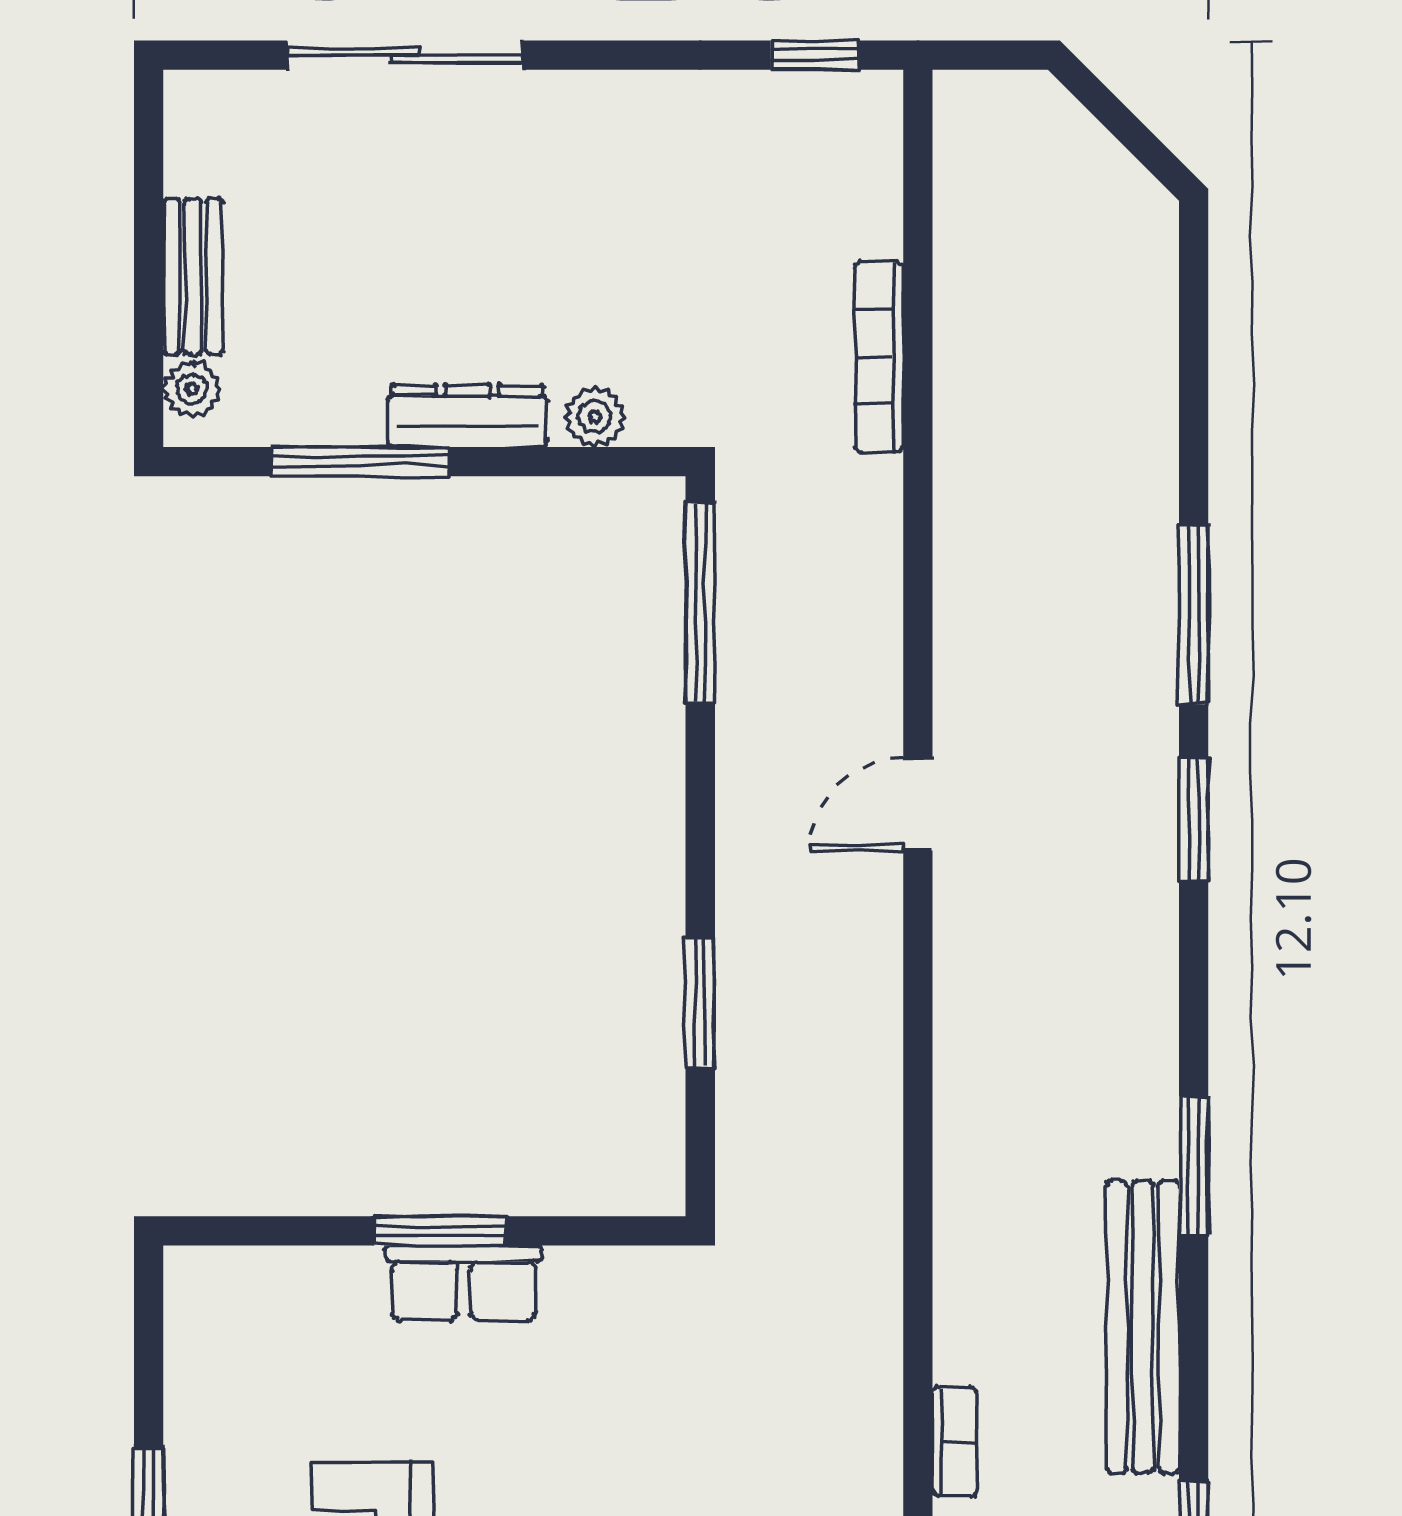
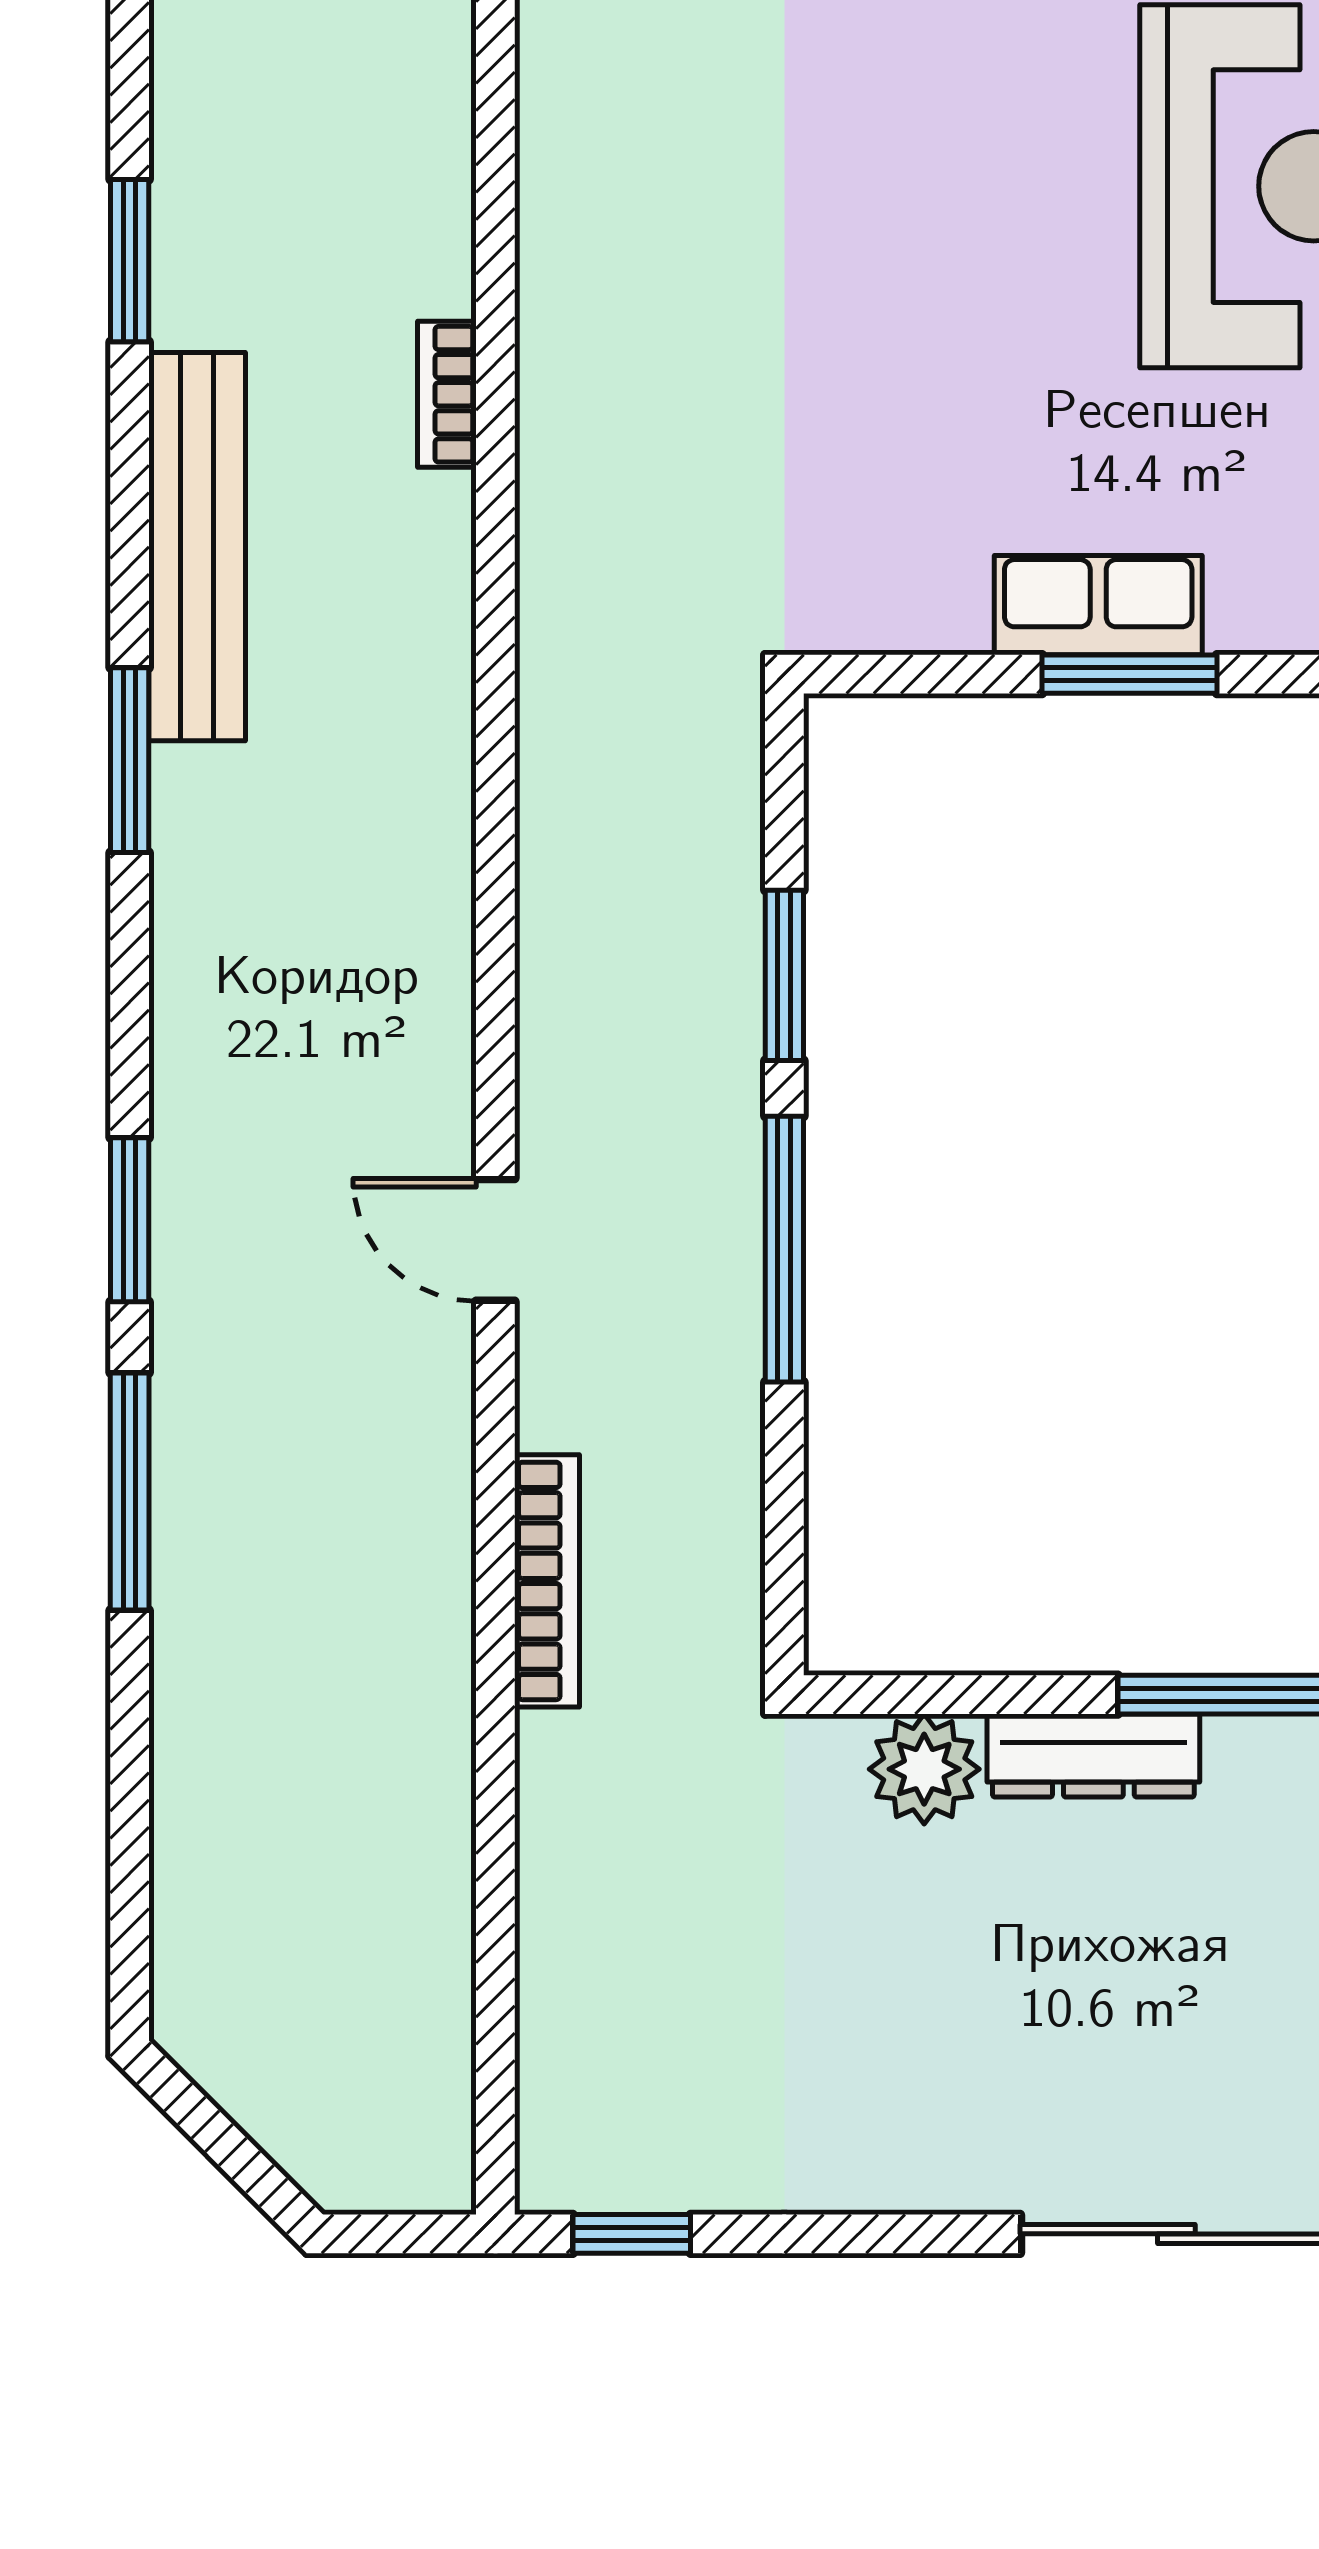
bookcase: (879, 357) -> (547, 1581), moved
plant: (595, 417) -> (924, 1769), width x1.38, depth x1.38
window: (700, 603) -> (784, 1249), moved
door: (918, 804) -> (495, 1240), swing flipped

